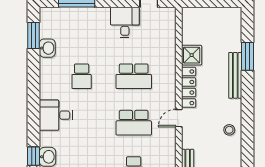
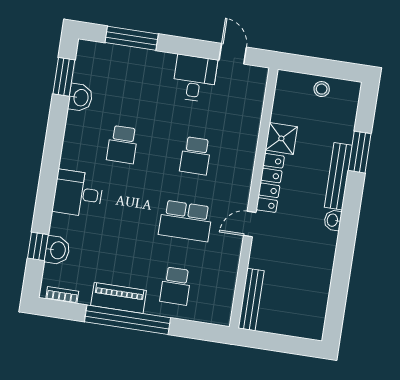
school desk: (134, 76) -> (195, 156), width x0.54
washbasin: (236, 107) -> (333, 220), added
stool: (229, 130) -> (322, 89), moved

